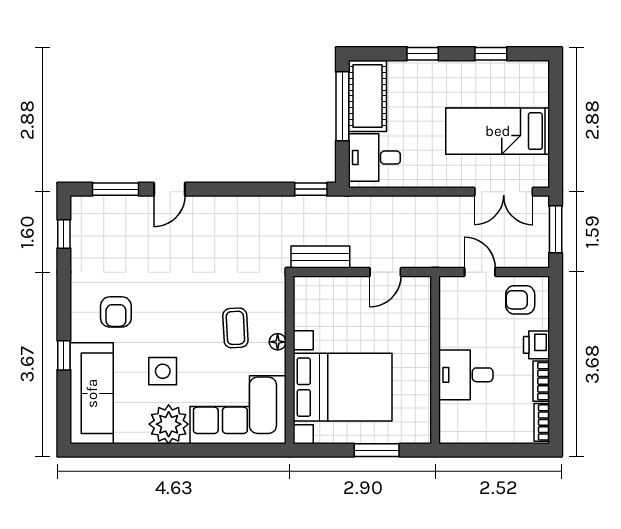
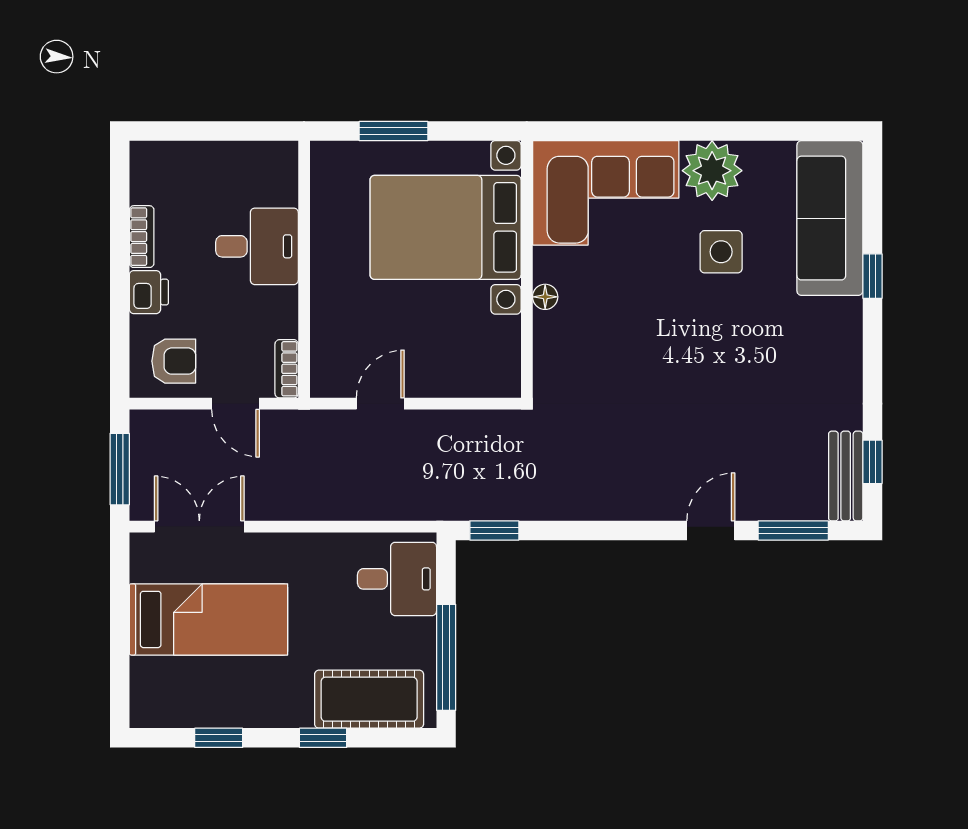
cot: (368, 96) -> (369, 699), moved, turned 90
bench: (320, 257) -> (846, 476), moved, turned 90
armchair: (116, 312) -> (793, 343), removed
coffee table: (235, 328) -> (610, 318), removed
bookcase: (542, 422) -> (287, 369), moved, turned 180

